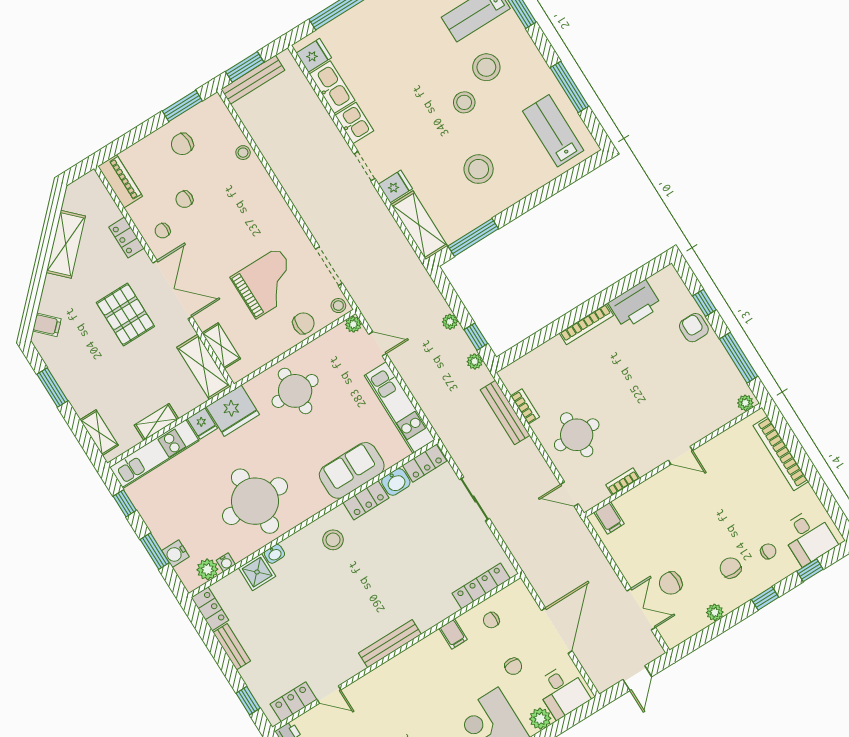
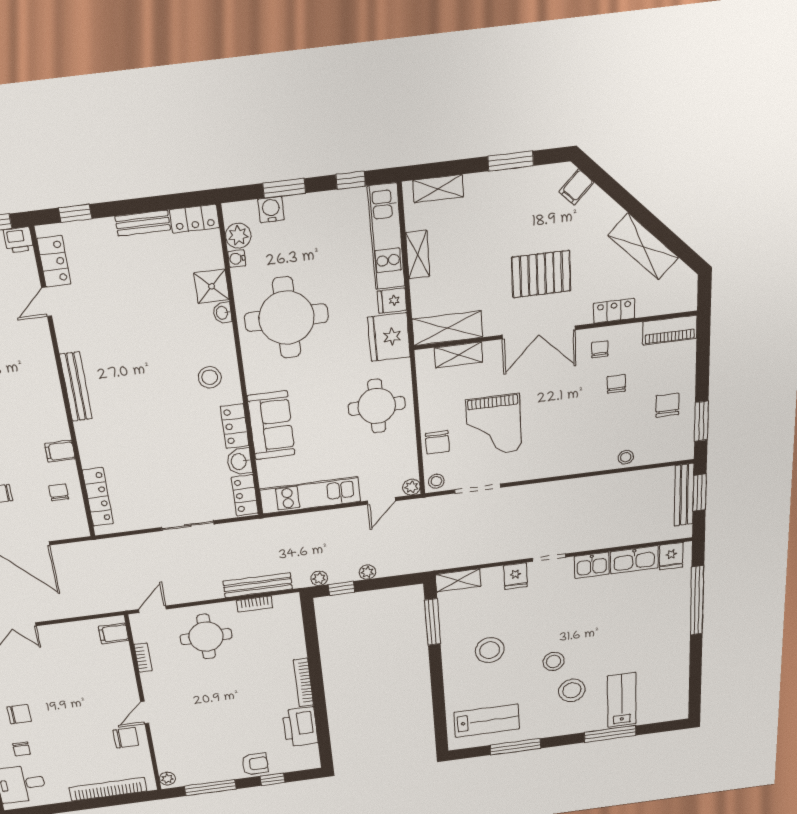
shelving: (419, 225) -> (458, 580), width x0.67, depth x0.75
chair: (671, 583) -> (126, 738), moved, turned 90

